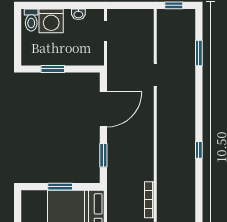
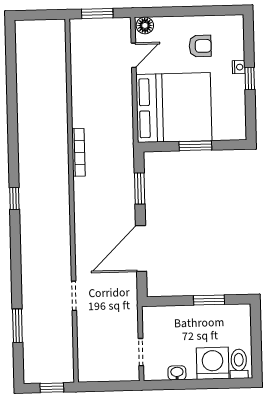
bookcase: (149, 200) -> (78, 152), moved

